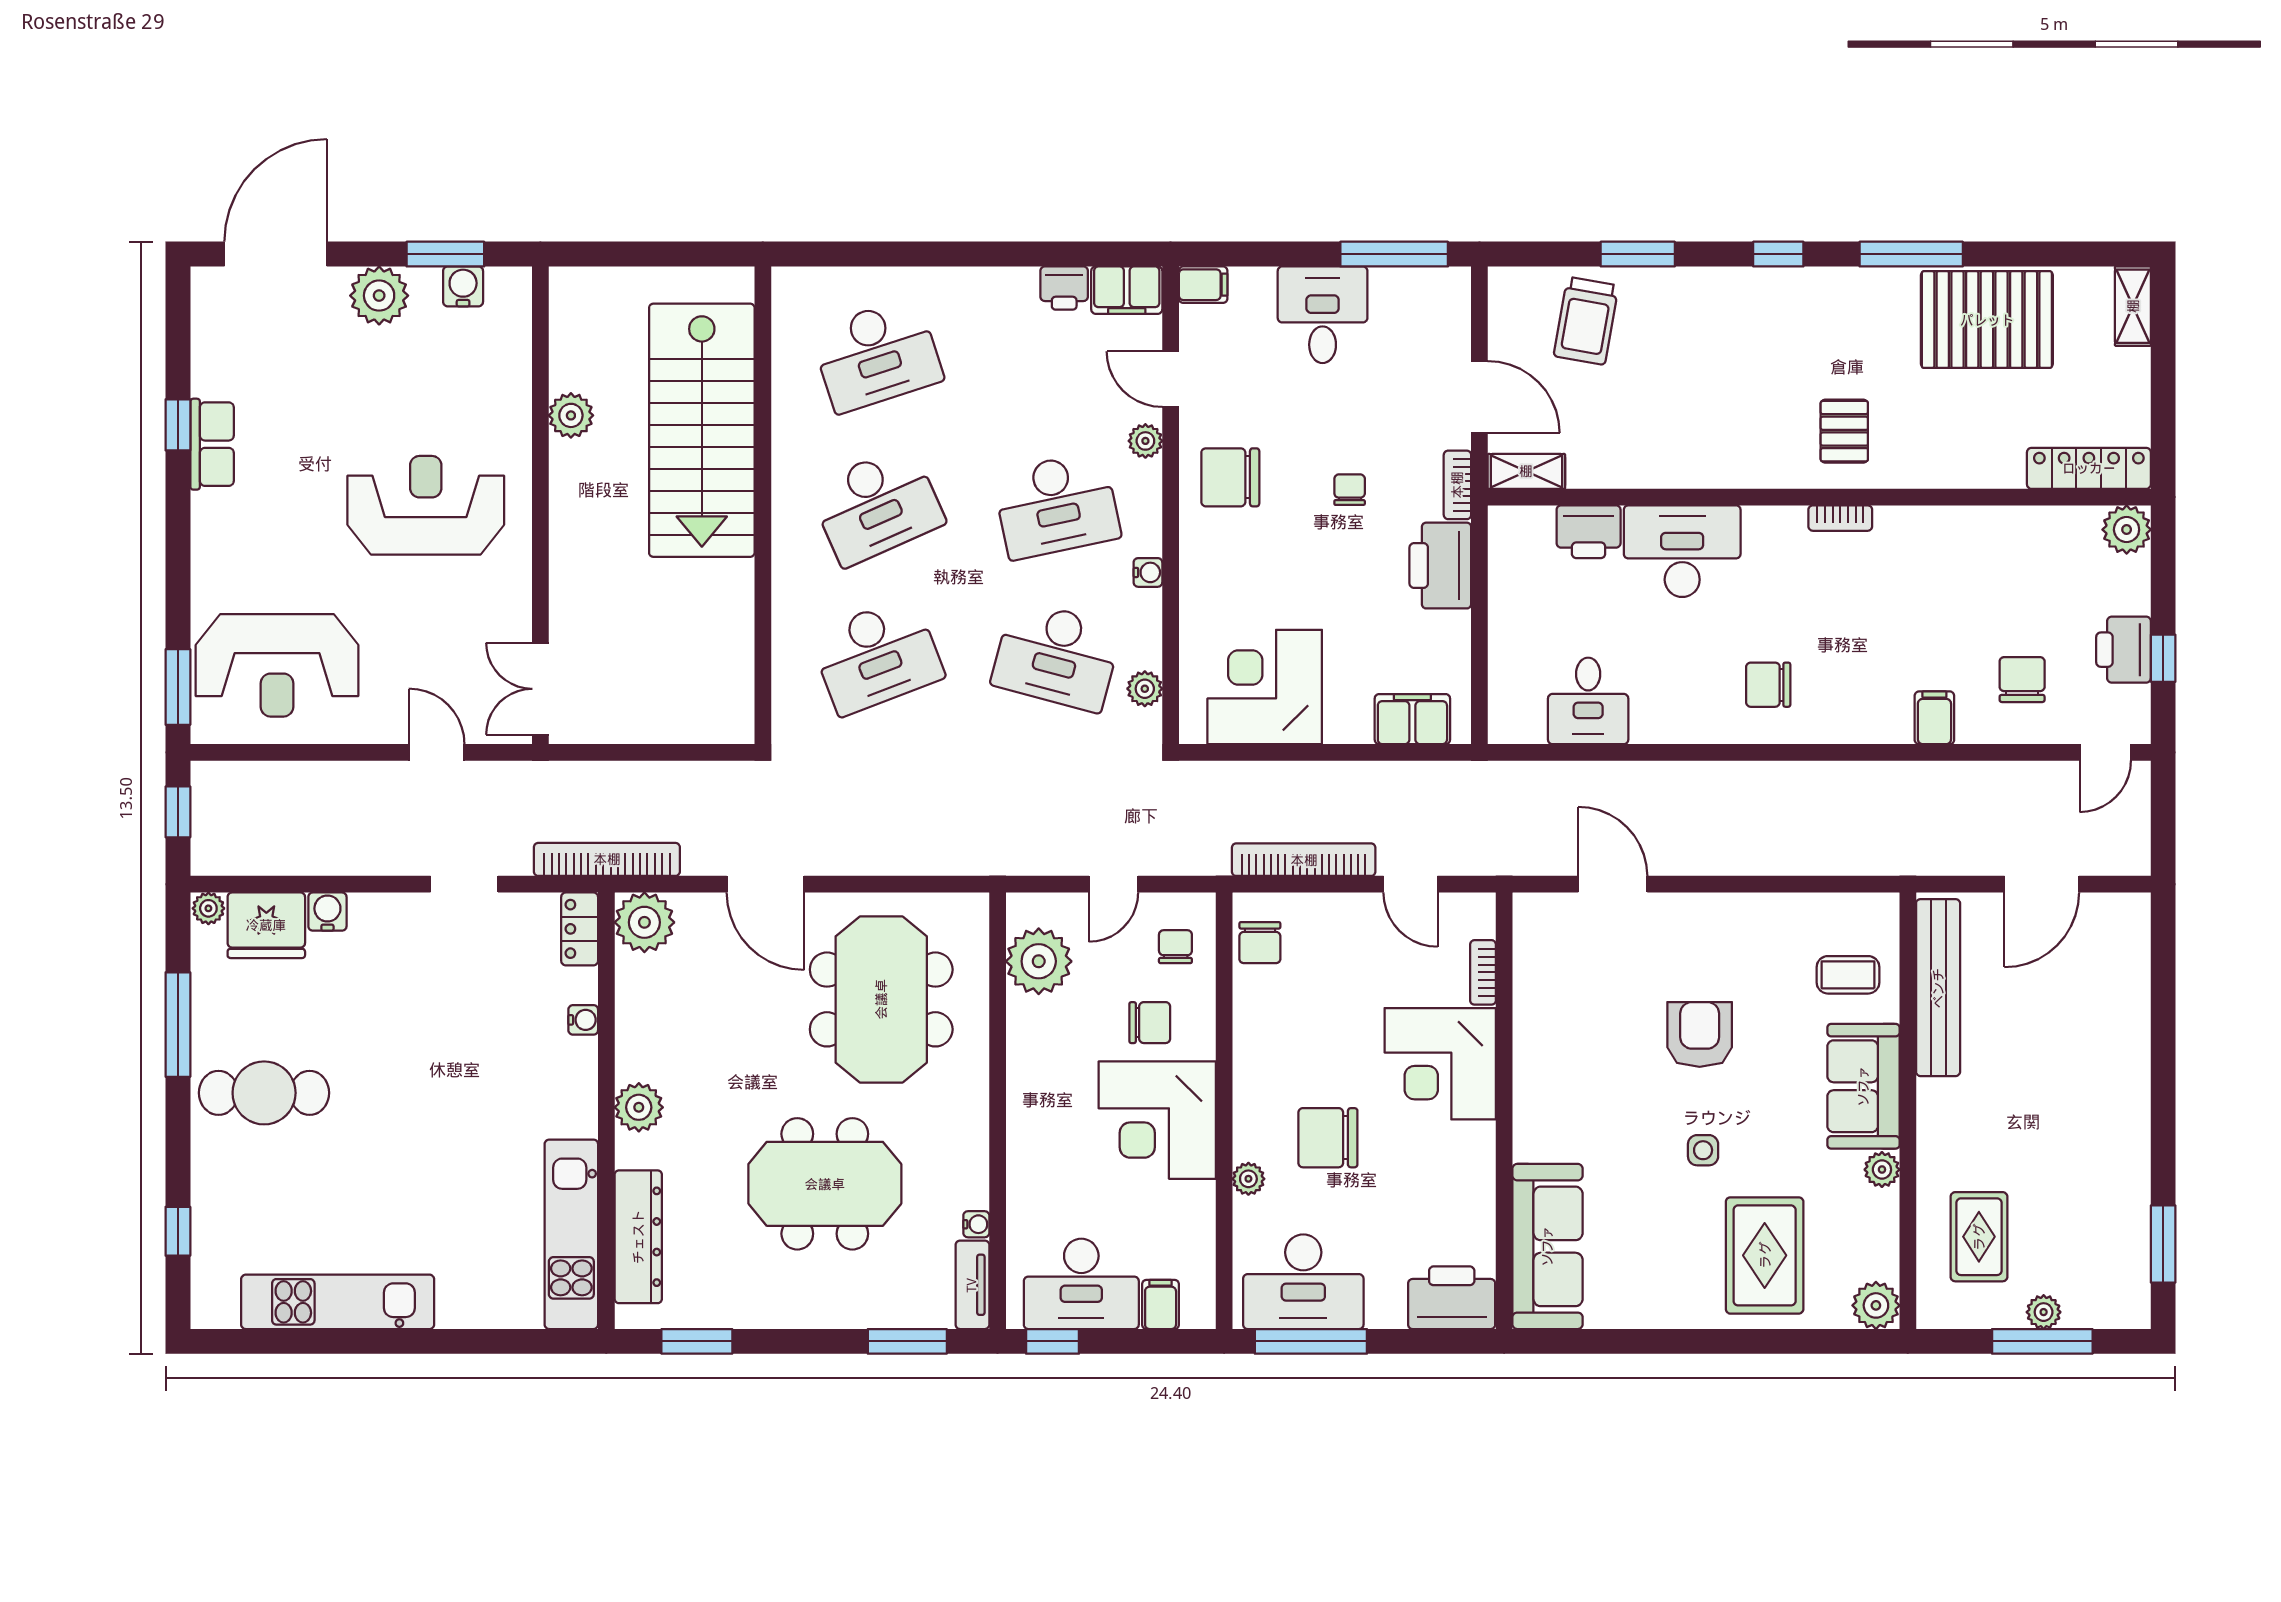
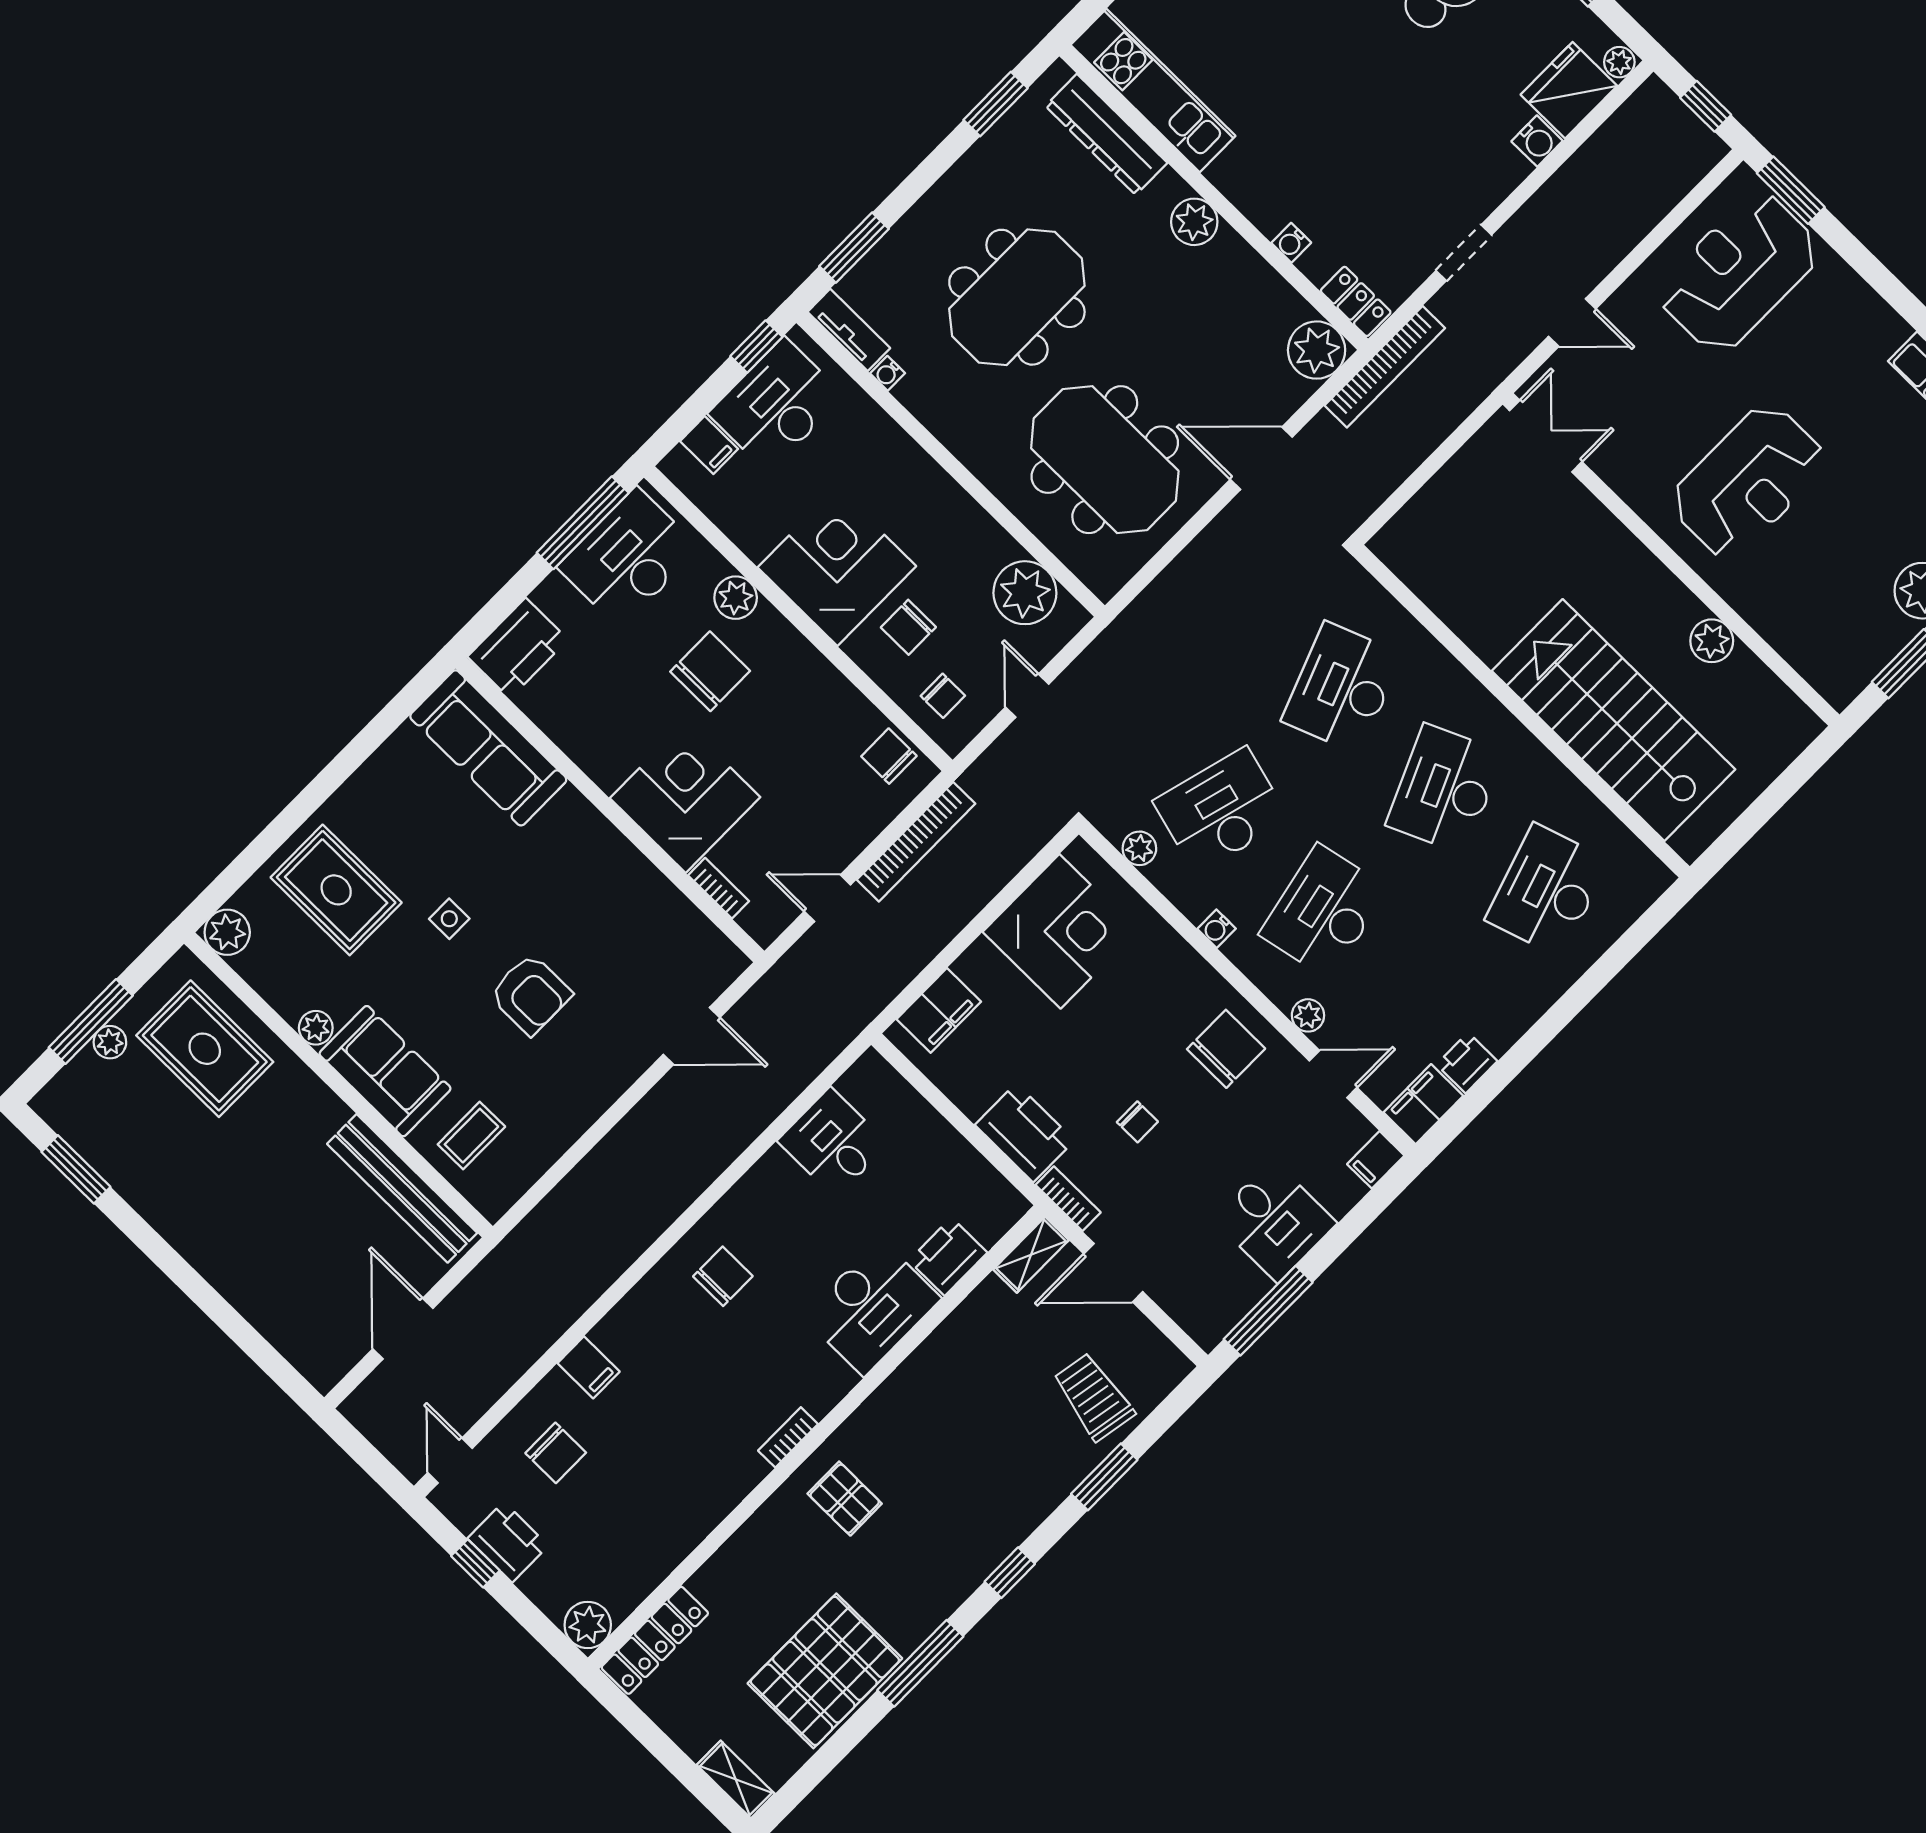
water cooler: (463, 286) -> (1872, 654), removed
plant: (1248, 1179) -> (736, 598), width x1.38, depth x1.38
rug: (1979, 1237) -> (205, 1049), width x1.36, depth x1.43

